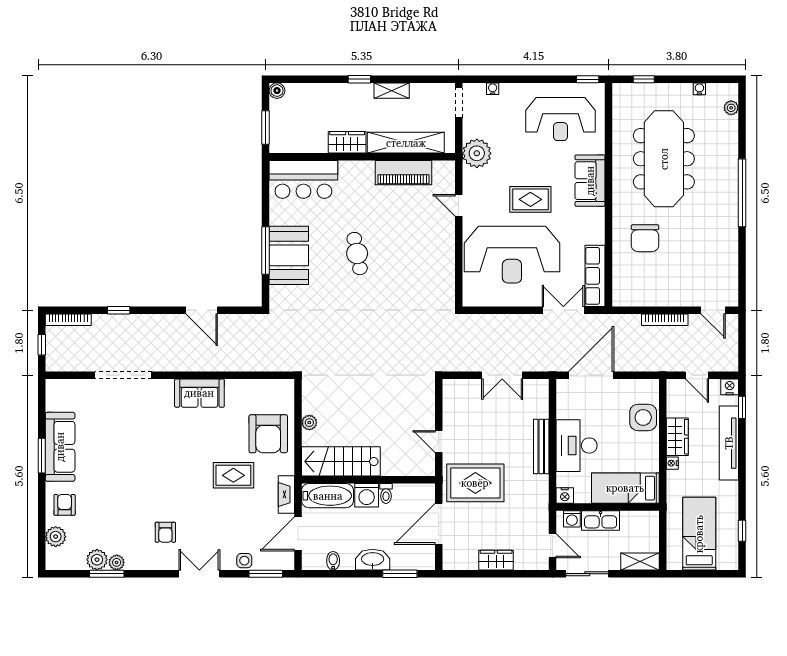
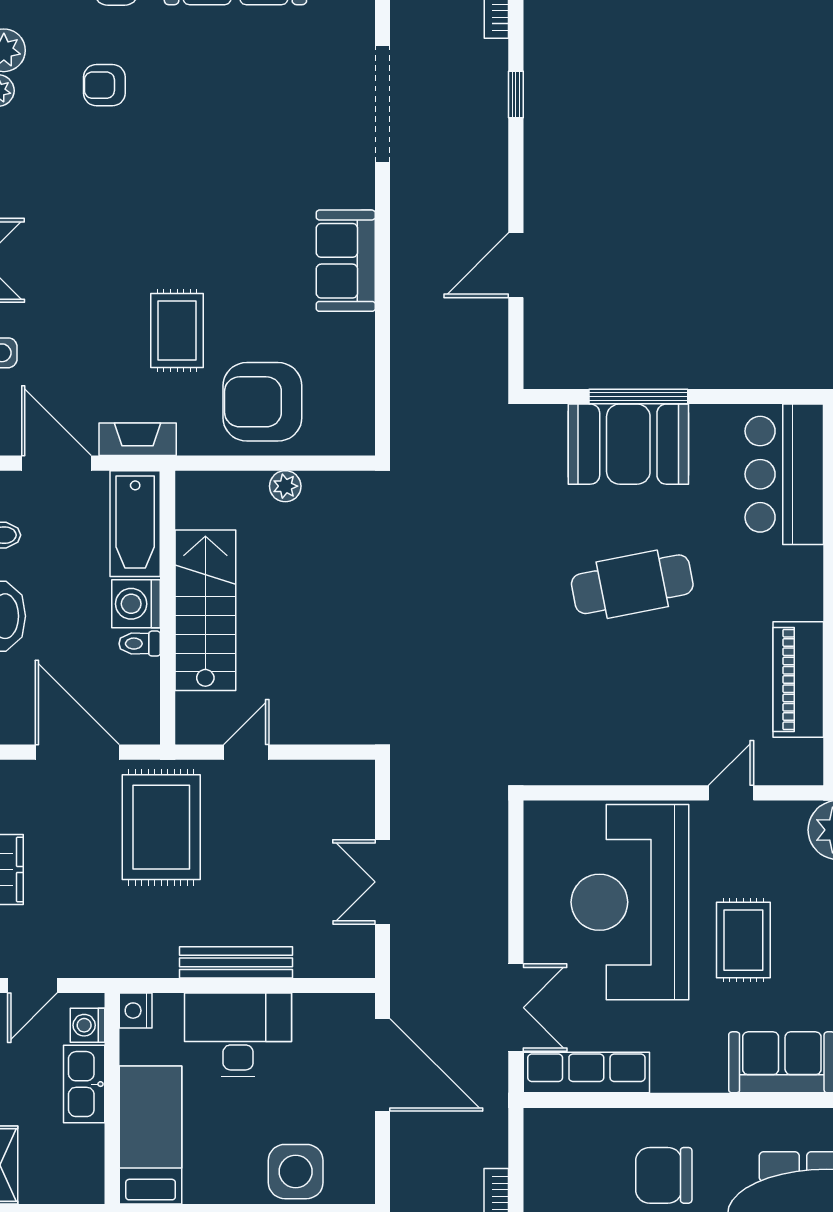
cafe table: (357, 254) -> (632, 584), width x1.37, depth x1.35
stairs: (341, 461) -> (205, 610), moved
armchair: (165, 532) -> (104, 85), moved

